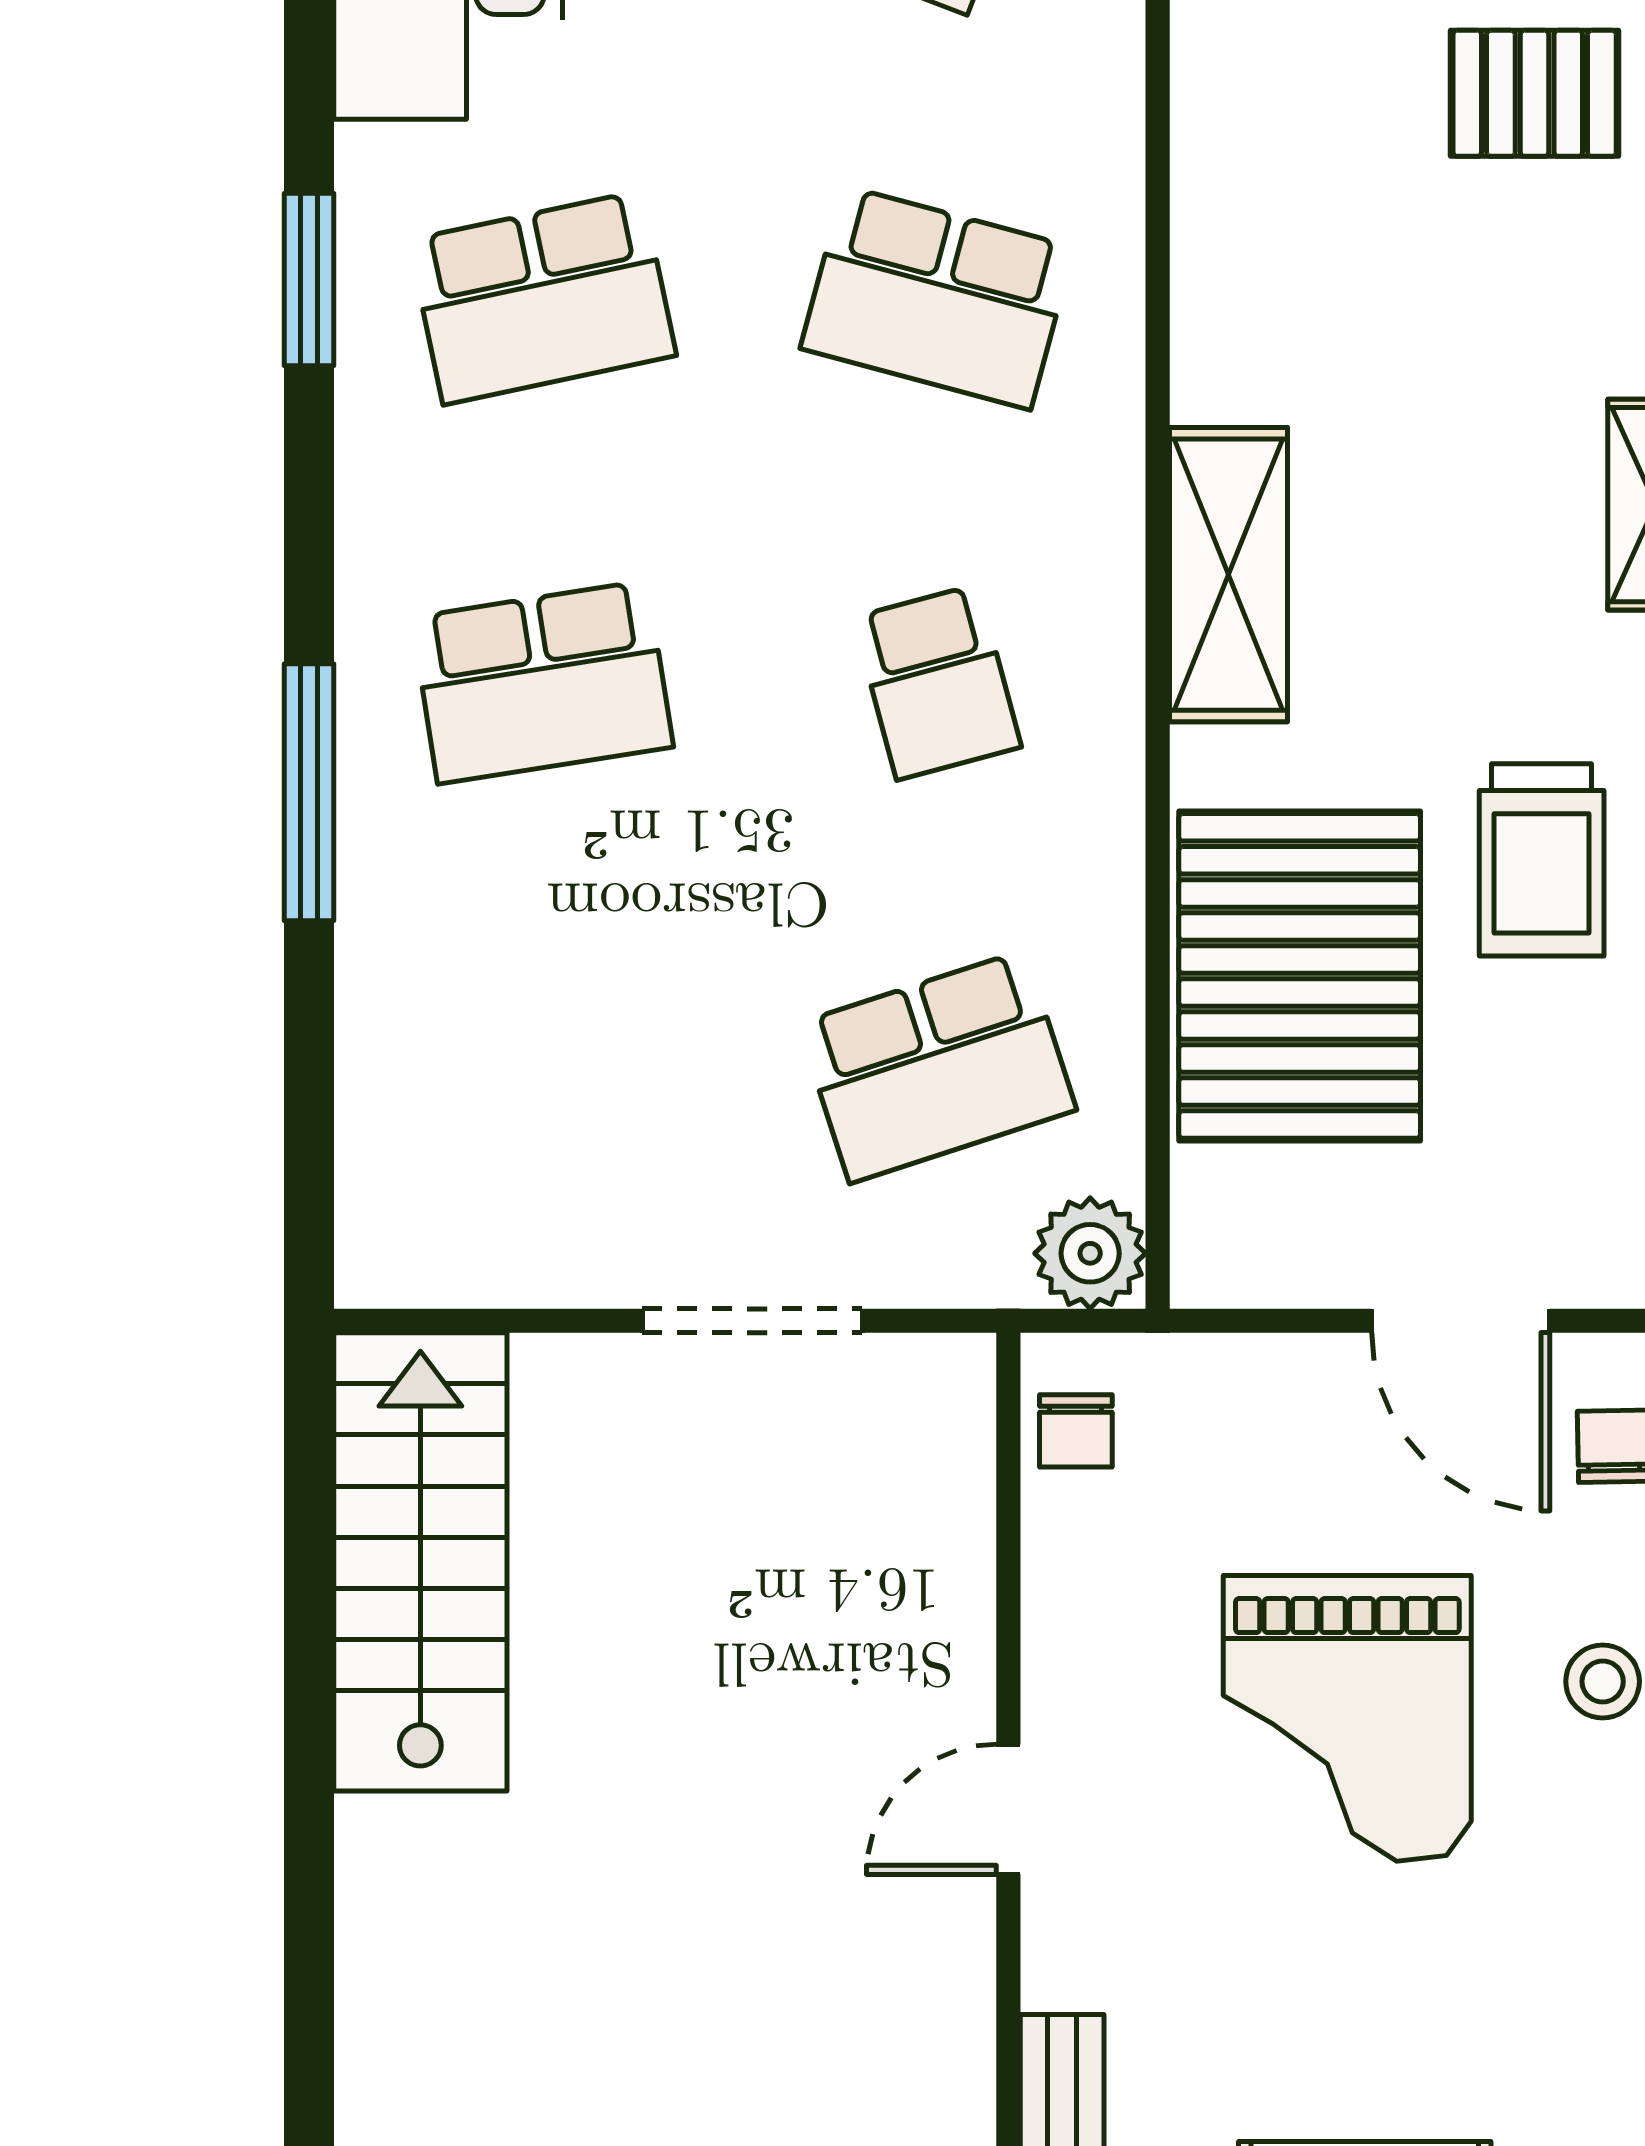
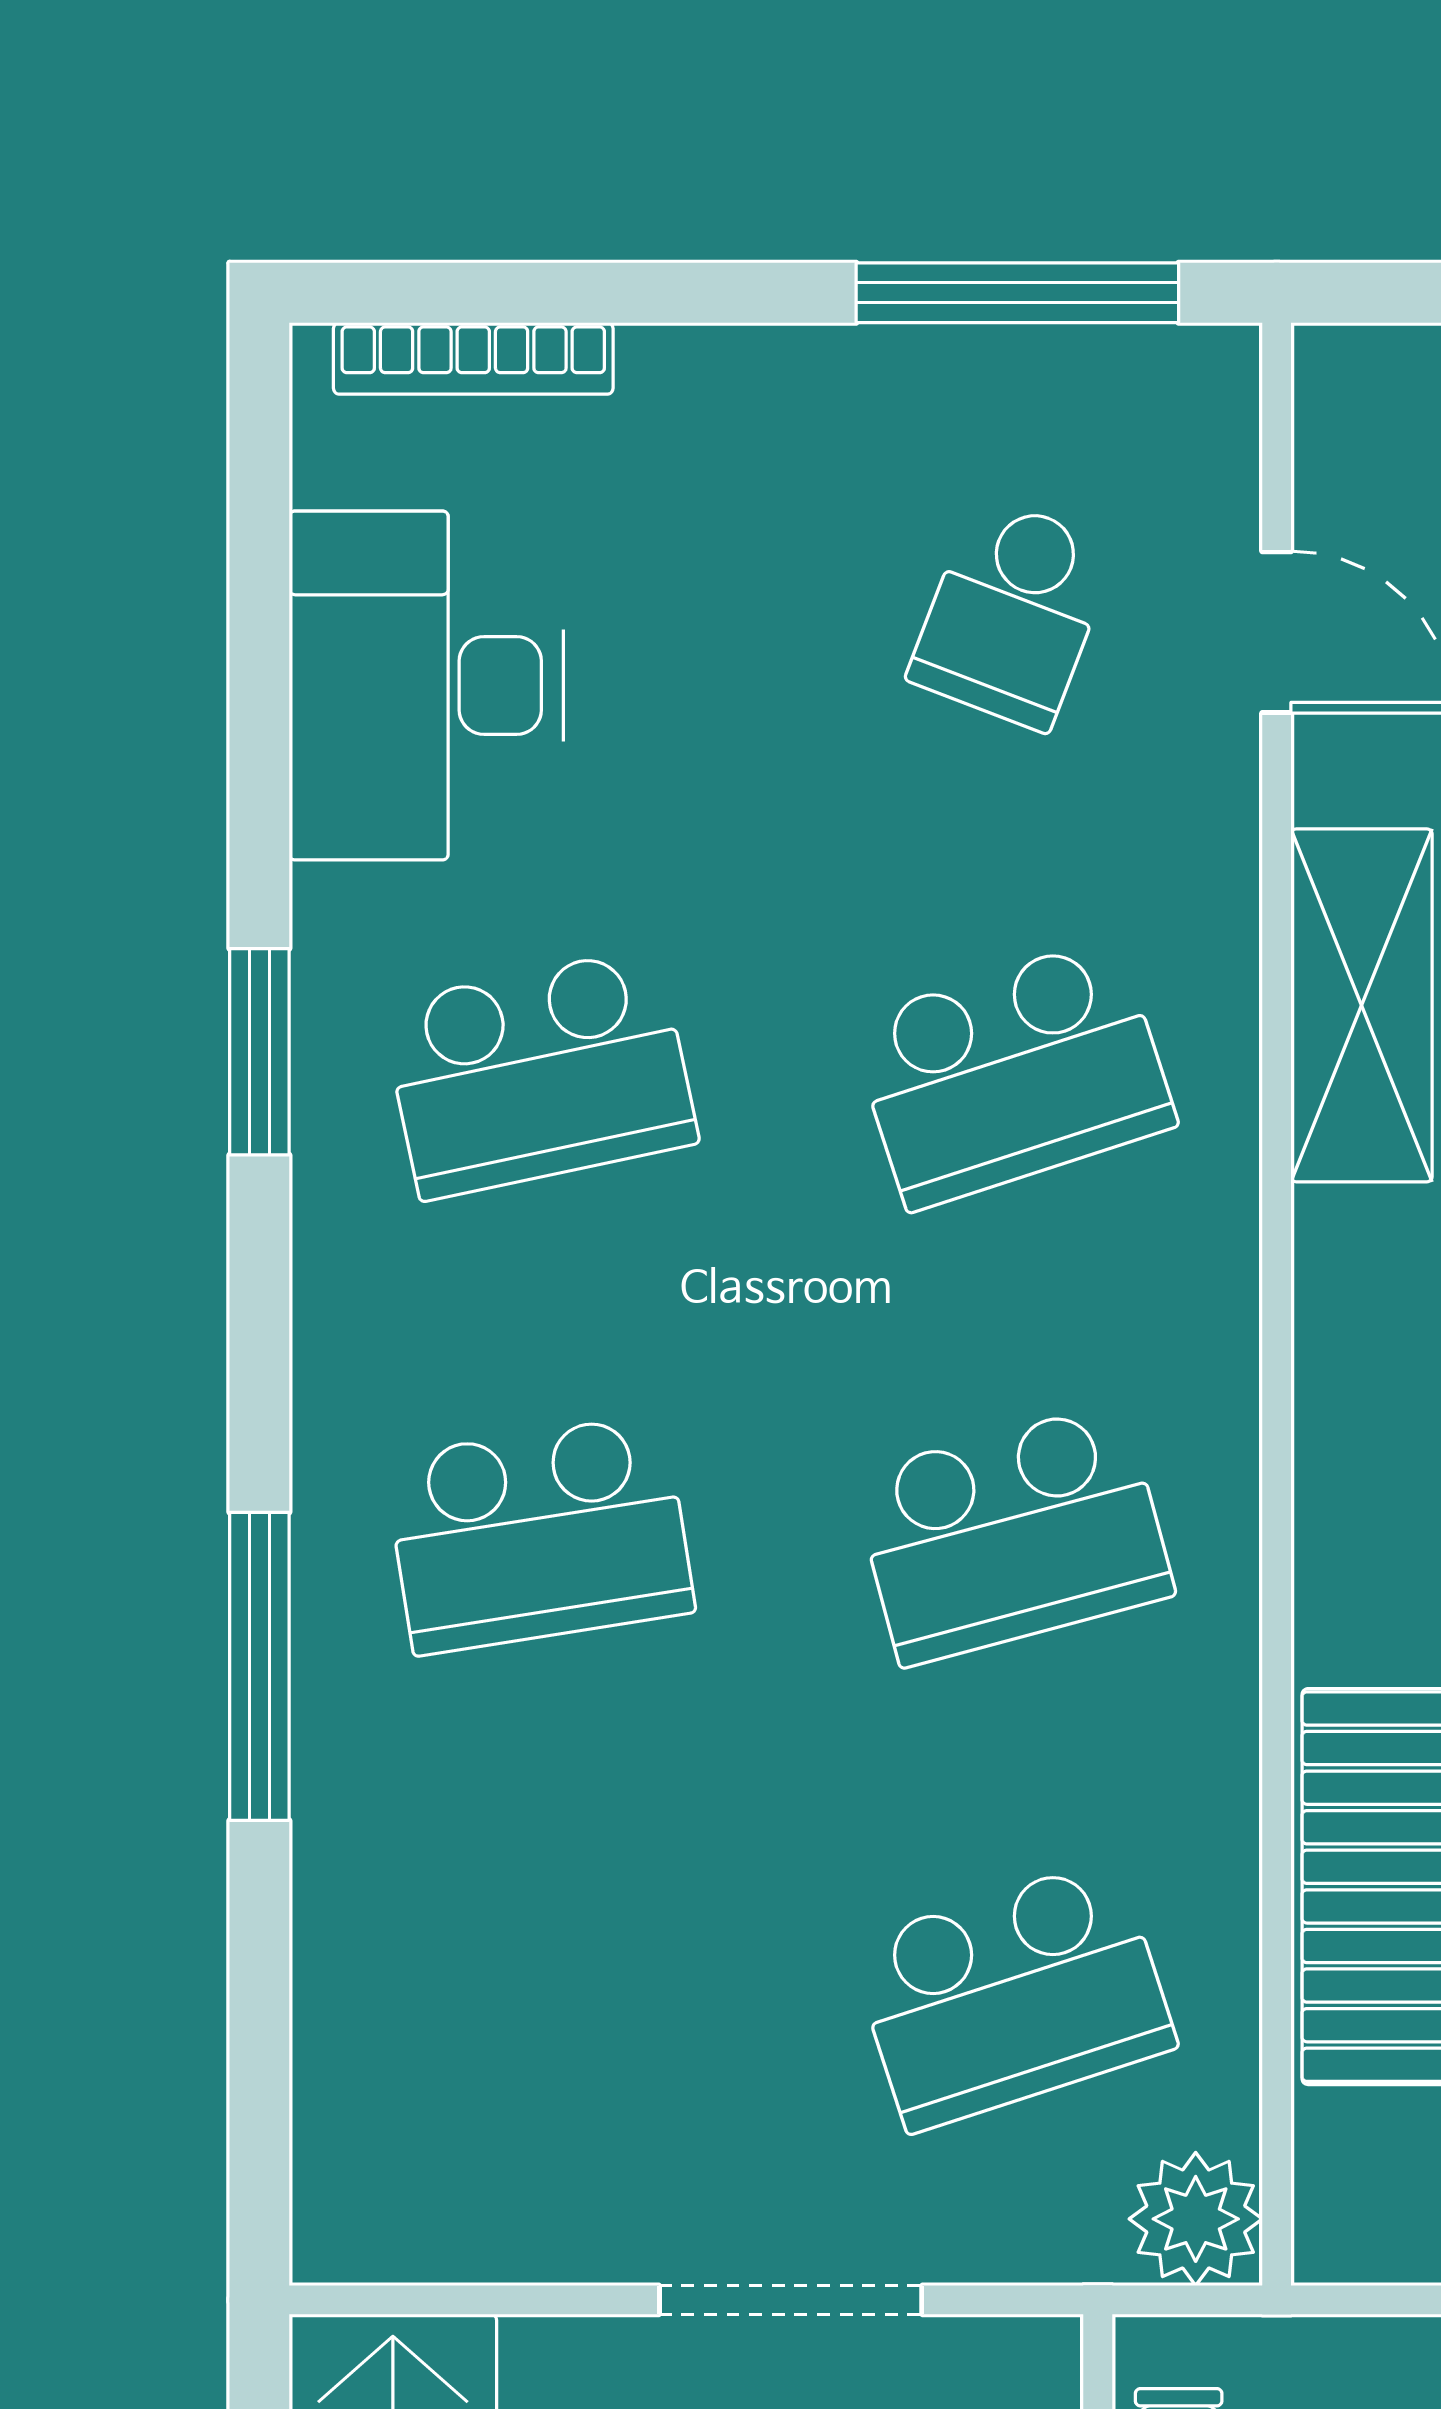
school desk: (937, 298) -> (1012, 1074), turned -33
shelving: (1229, 575) -> (1362, 1005), moved
school desk: (937, 682) -> (1012, 1535), width x1.85

